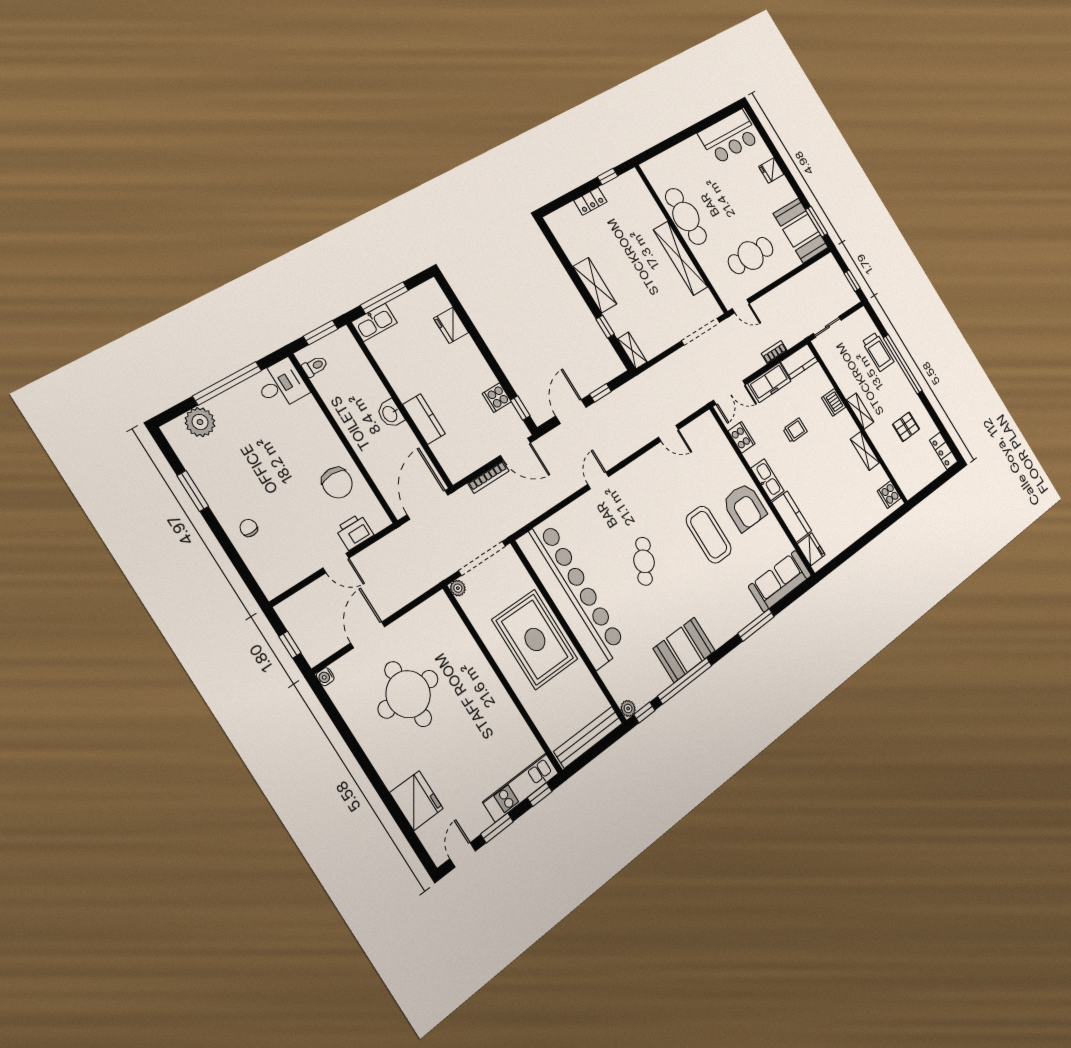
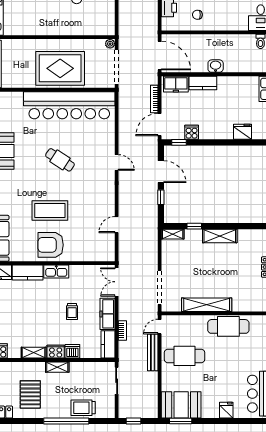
cafe table: (751, 256) -> (184, 356), turned 90
bench: (772, 299) -> (153, 352), added
pallet: (906, 427) -> (30, 394), width x1.50, depth x1.42
cooker: (742, 437) -> (56, 352), moved, turned 180
freezer: (450, 458) -> (176, 84), added
chair: (337, 483) -> (197, 15), width x0.54, depth x0.54

